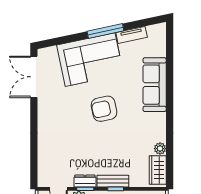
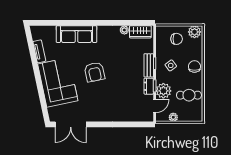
window: (105, 31) -> (36, 71), removed

